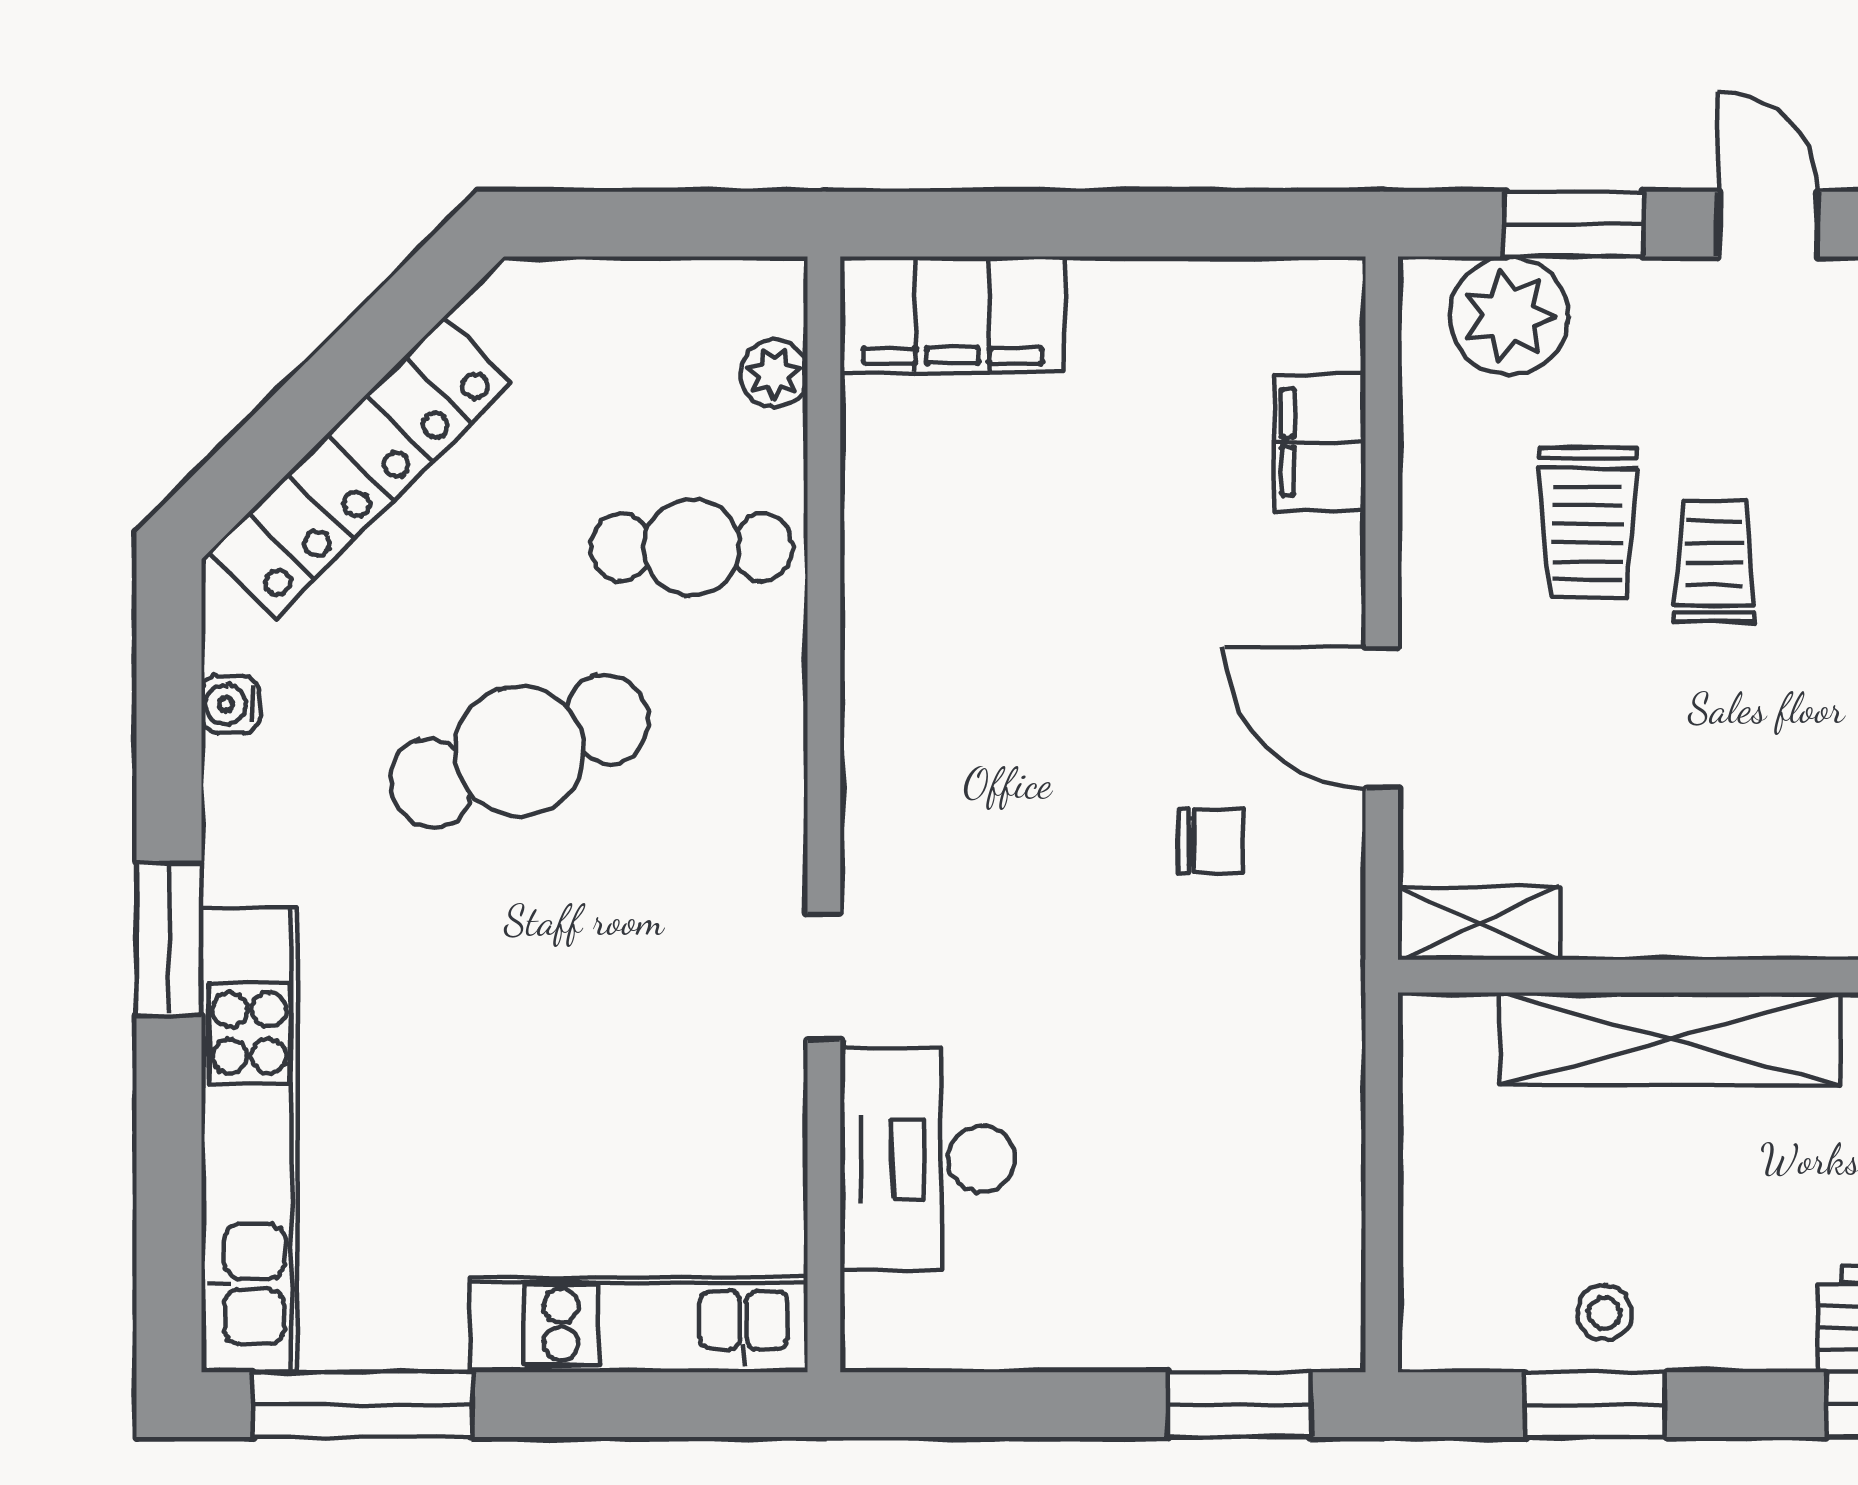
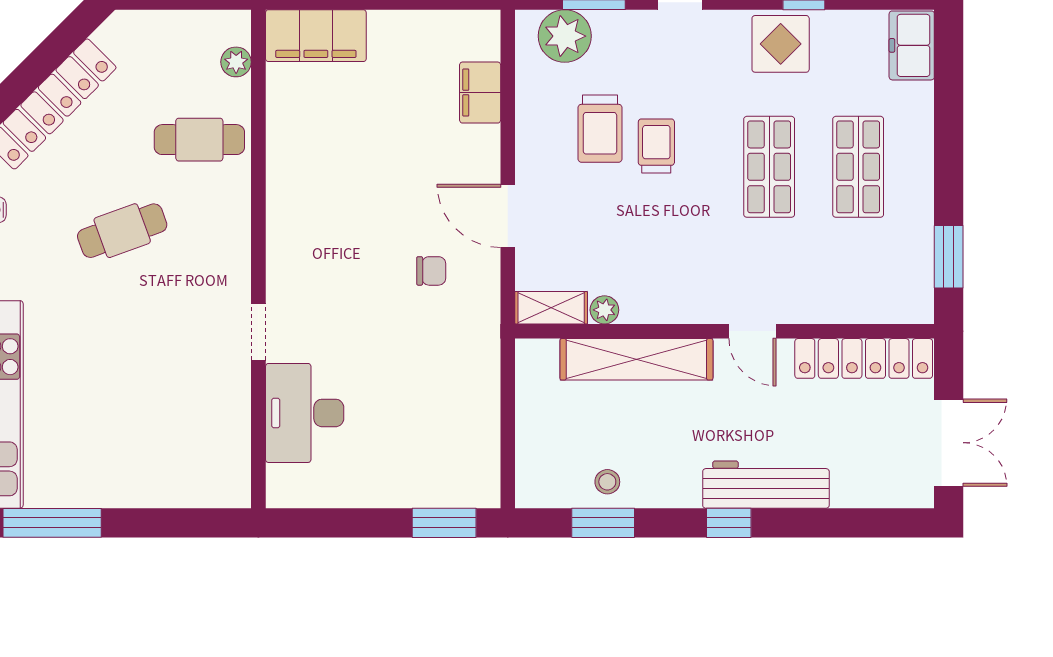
cafe table: (519, 751) -> (122, 231), width x0.73, depth x0.74
plant: (1598, 928) -> (604, 310), added
kitchen unit: (639, 1325) -> (176, 487), removed

